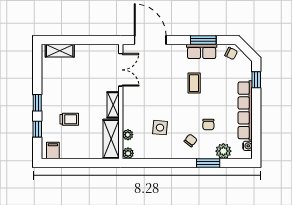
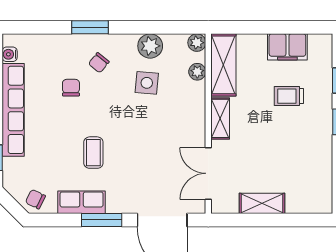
window: (203, 40) -> (102, 220), moved
shelving: (60, 51) -> (262, 203), moved
filing cabinet: (53, 151) -> (287, 47), moved, width x2.00
plant: (223, 151) -> (150, 46), moved
window: (208, 163) -> (90, 27), moved

